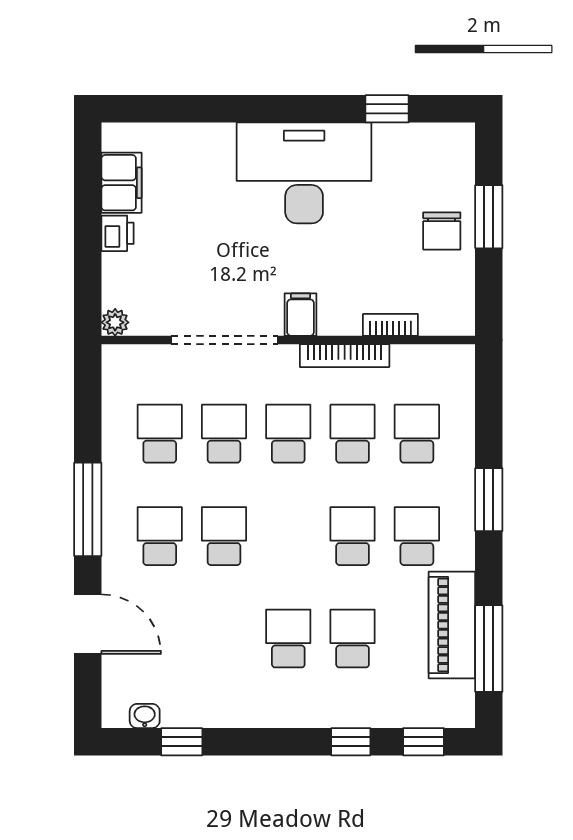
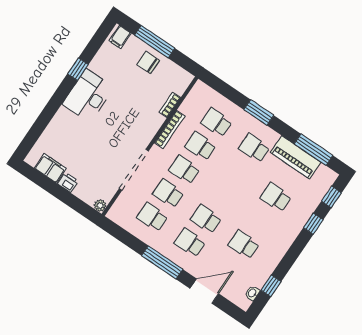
window: (387, 109) -> (78, 69), moved
desk: (304, 173) -> (88, 96), width x0.73, depth x0.77
window: (489, 217) -> (155, 42), width x1.44
chair: (442, 231) -> (148, 63), turned 180
filing cabinet: (301, 315) -> (120, 37), moved, turned -90
school desk: (353, 536) -> (238, 172), removed
school desk: (288, 638) -> (244, 245), moved

